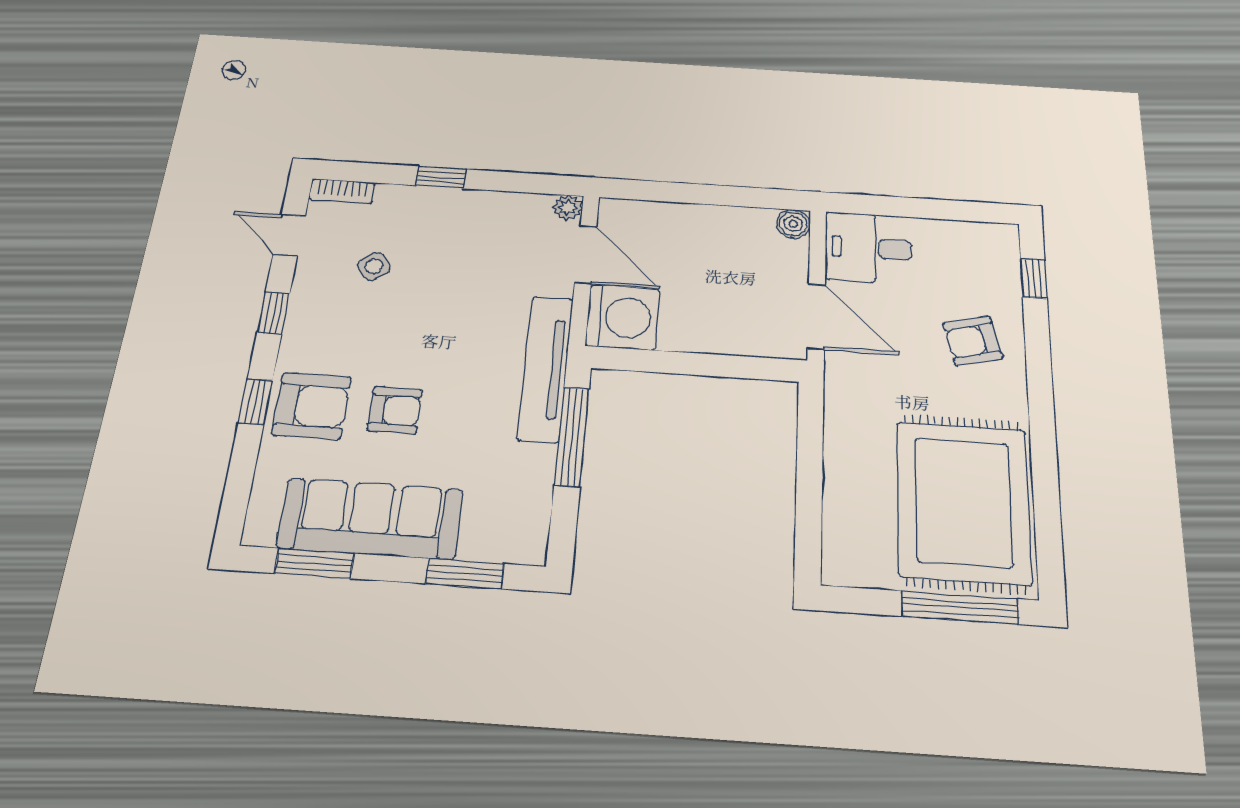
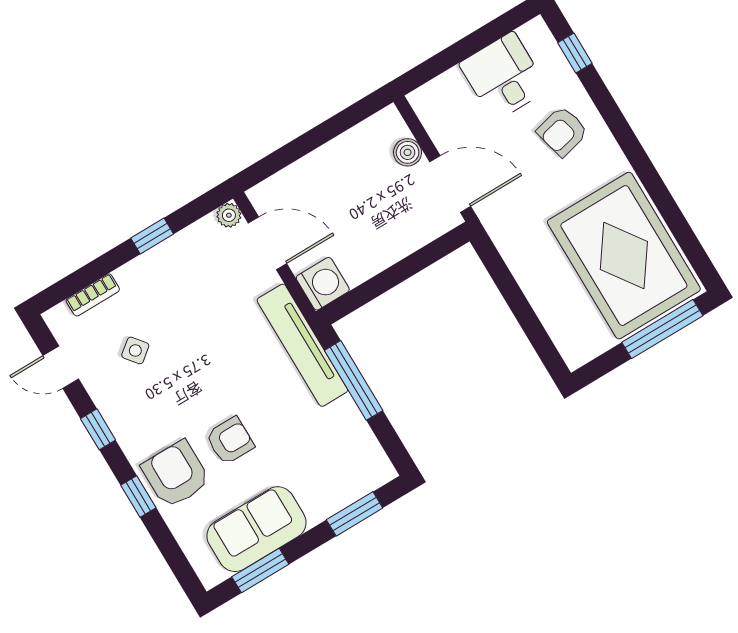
window: (441, 177) -> (152, 236), moved
bookcase: (342, 191) -> (93, 295), moved
boiler: (793, 224) -> (408, 152), moved
desk: (868, 248) -> (504, 77), moved, turned 90
washing machine: (623, 317) -> (323, 284), width x0.73, depth x0.73
armchair: (312, 406) -> (176, 474), turned -90
sofa: (370, 519) -> (256, 529), width x0.73

